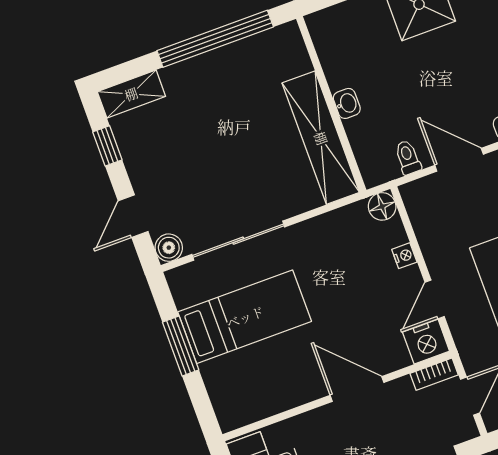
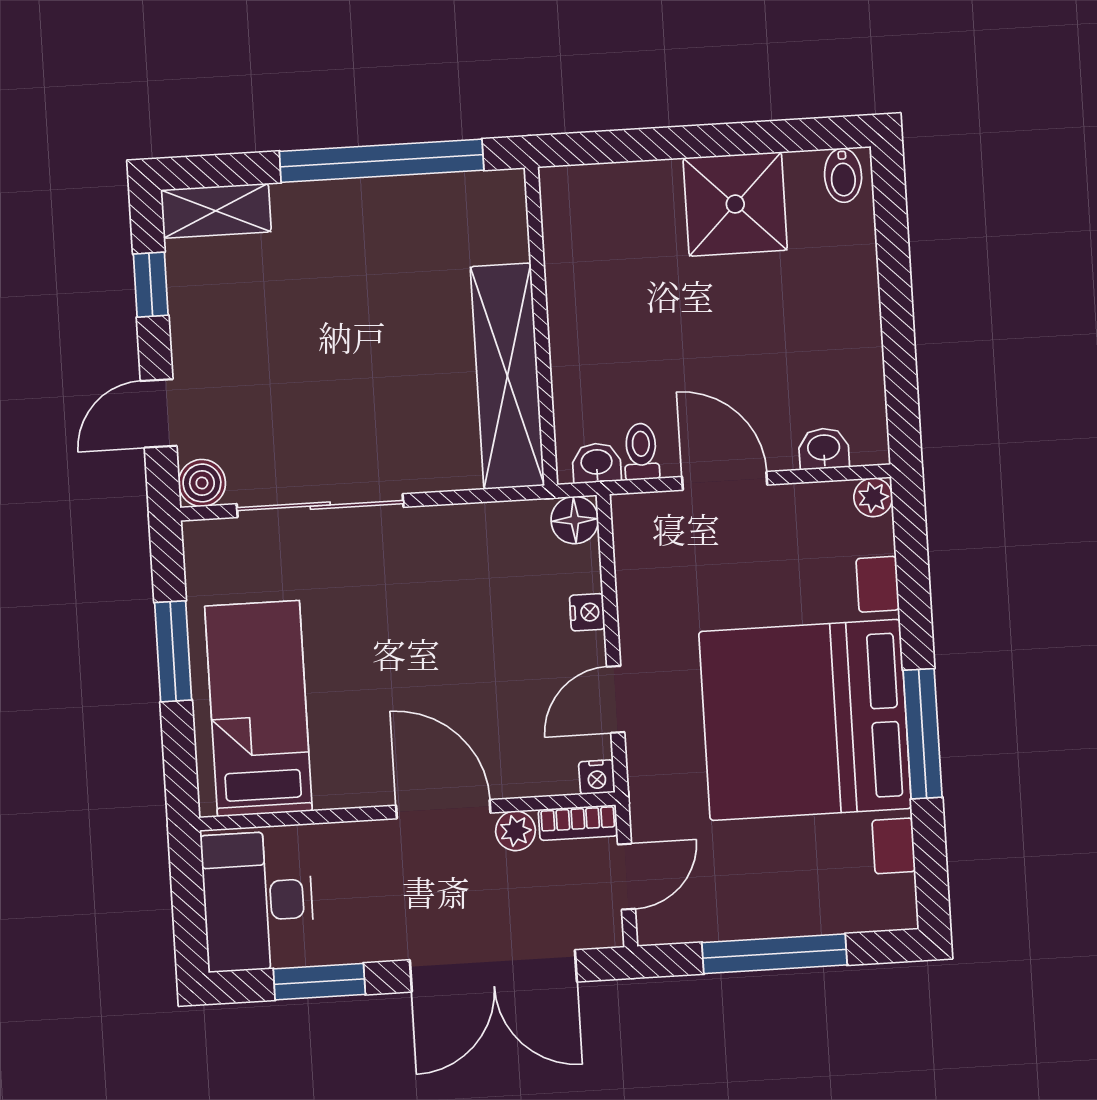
washbasin: (347, 103) -> (597, 463), moved, turned -90
bed: (245, 317) -> (258, 709), moved, turned -90
nightstand: (426, 342) -> (597, 777), width x0.53, depth x0.56
plant: (401, 389) -> (515, 831), added

